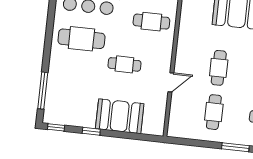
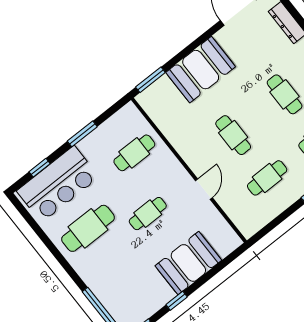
cafe table: (214, 112) -> (267, 178), turned 90

